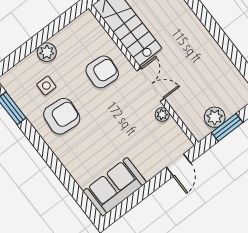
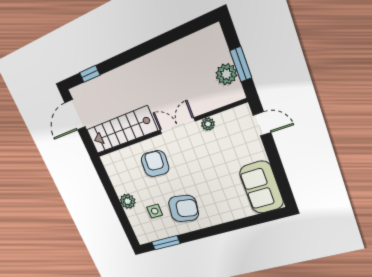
armchair: (62, 116) -> (184, 209), turned 95

